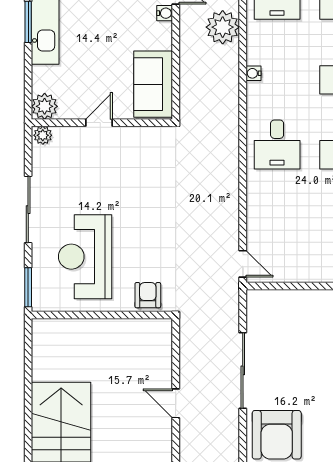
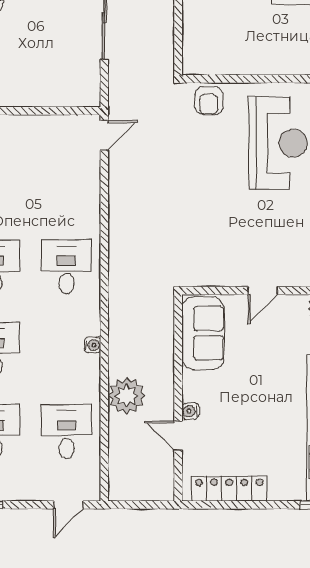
door: (243, 264) -> (104, 135), swing flipped

